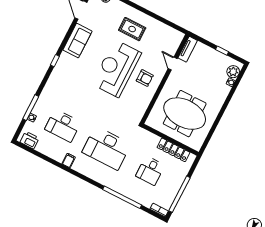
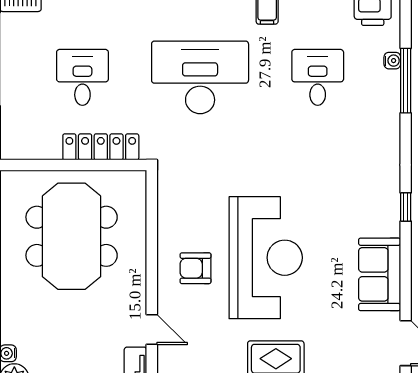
meeting table: (185, 114) -> (72, 236), turned 90
desk: (63, 126) -> (318, 77), width x0.73
locker: (174, 150) -> (101, 147), moved

